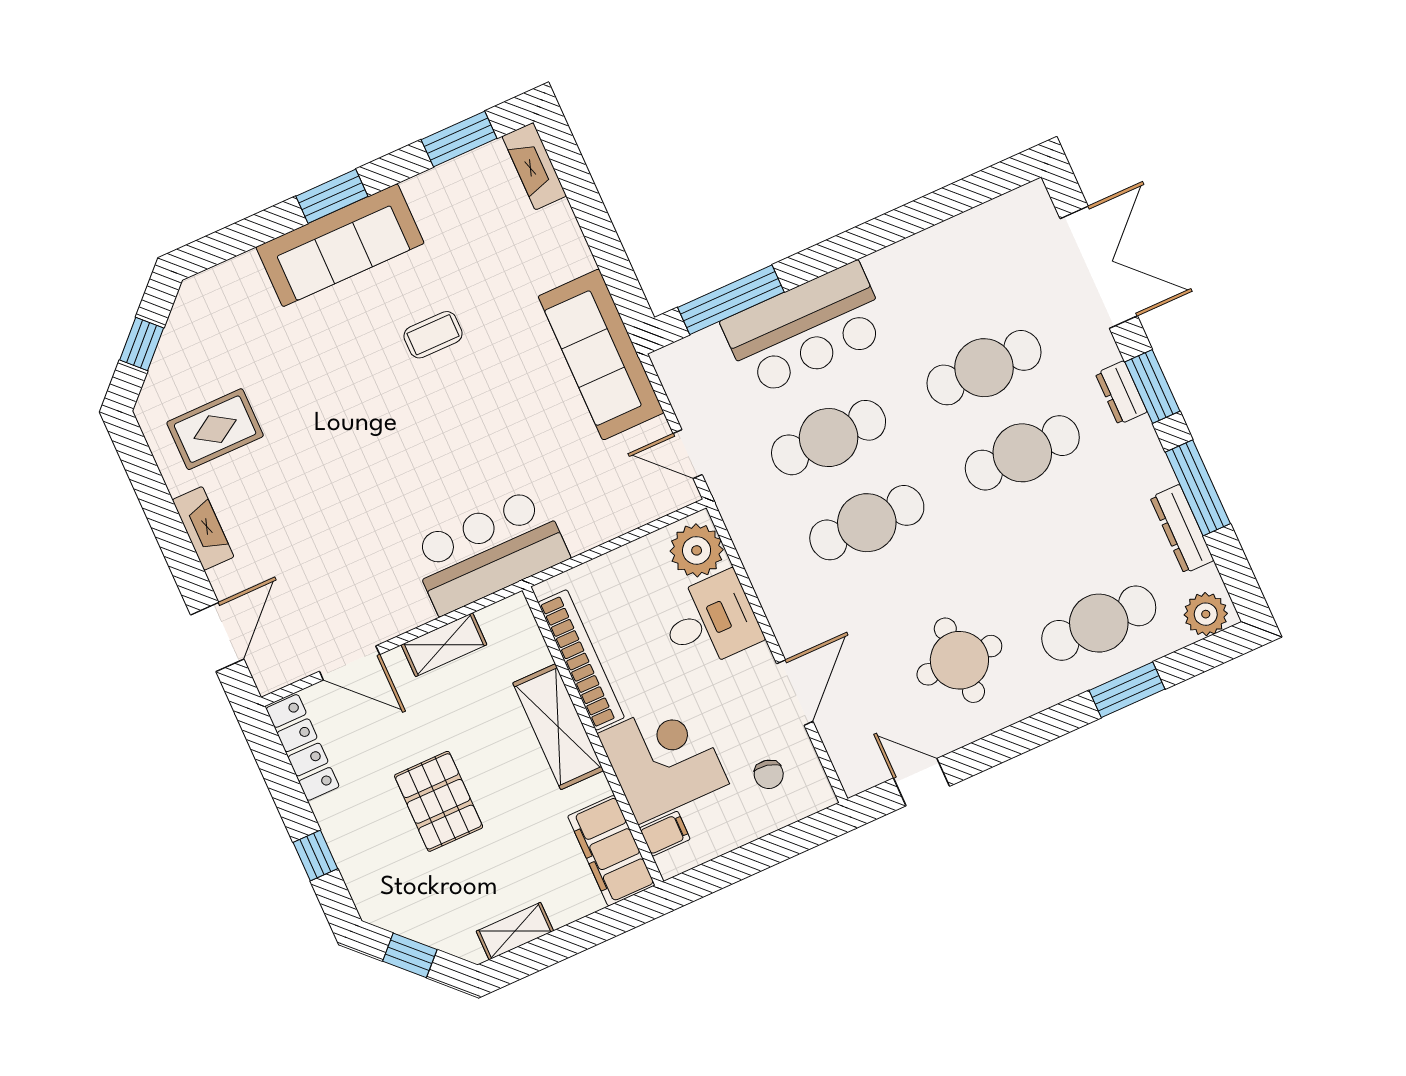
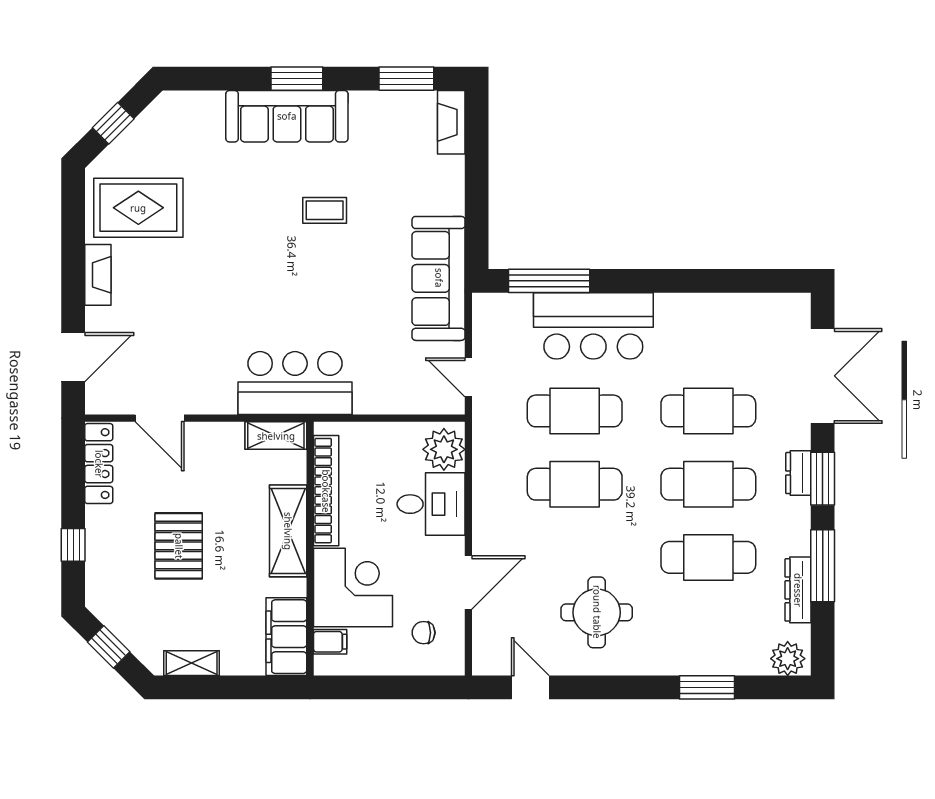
rug: (215, 429) -> (138, 208), width x1.36, depth x1.43
cafe table: (1099, 623) -> (708, 557), moved
shelving: (444, 645) -> (276, 436), moved
chair: (769, 774) -> (424, 633), turned 78

